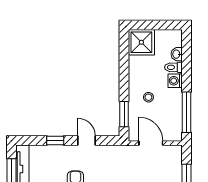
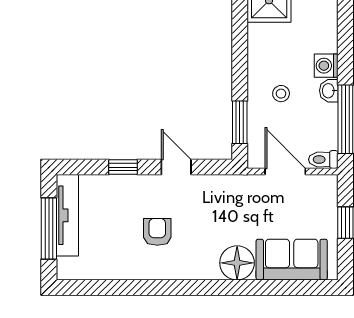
washbasin: (177, 54) -> (329, 91), moved
toilet: (173, 67) -> (323, 160), moved

